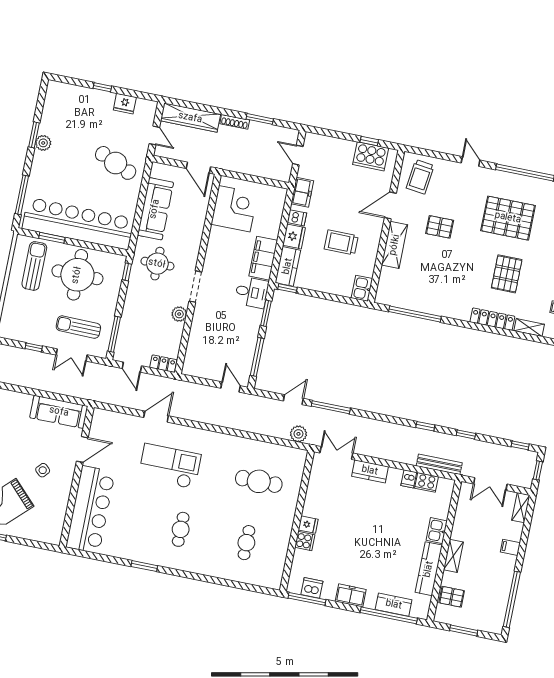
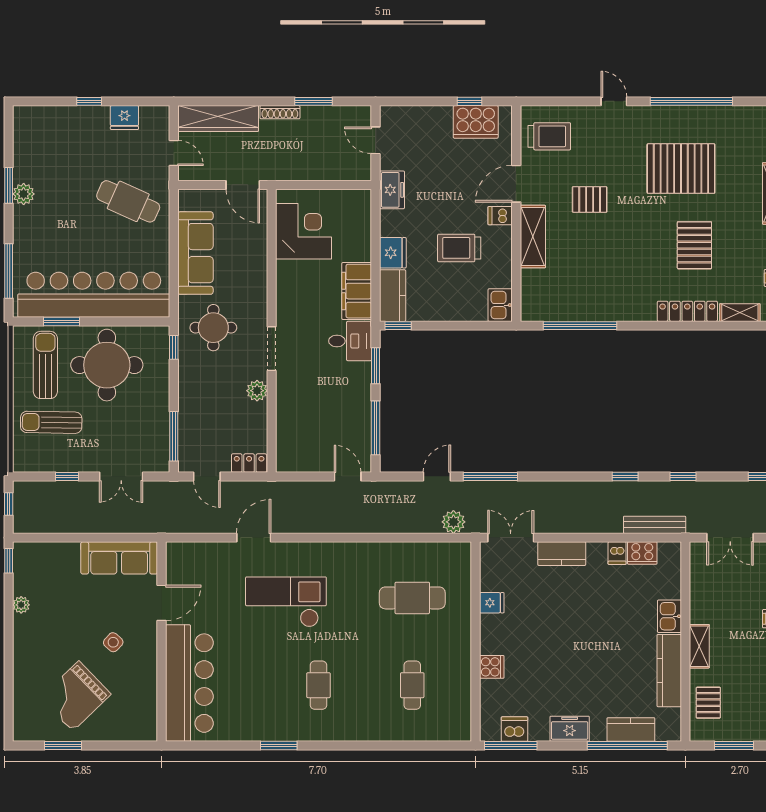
trolley: (420, 177) -> (549, 136), turned -97
dishwasher: (297, 218) -> (500, 216), moved, turned 180
sun lounger: (78, 327) -> (51, 422), moved
fridge: (308, 525) -> (492, 603), moved
pallet: (452, 597) -> (708, 703), turned 90

